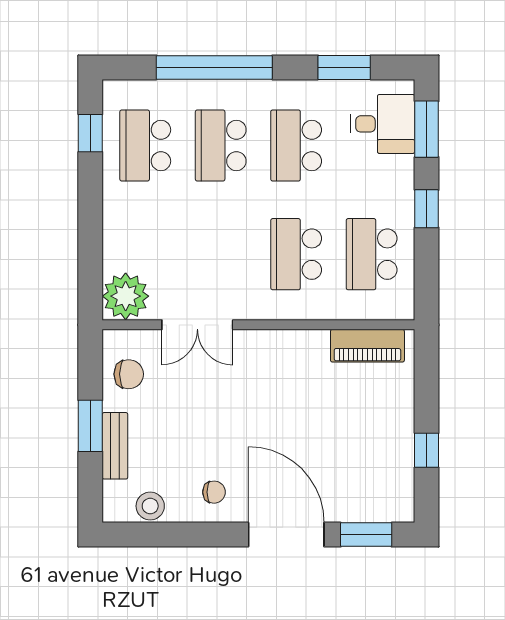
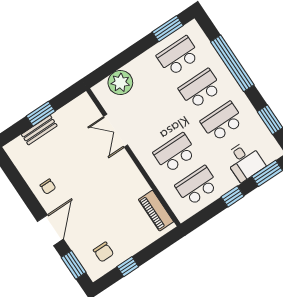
desk: (383, 124) -> (244, 161), moved
window: (90, 133) -> (168, 29), width x1.50
plant: (126, 296) -> (120, 83), moved
chair: (129, 374) -> (103, 252), moved
stool: (150, 506) -> (23, 163), removed
door: (286, 535) -> (50, 230), width x0.73

